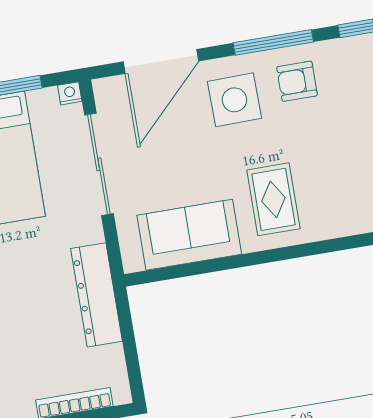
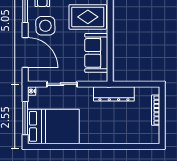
sliding door: (99, 164) -> (62, 84), width x0.73
rug: (273, 199) -> (88, 17), width x1.36, depth x1.43

